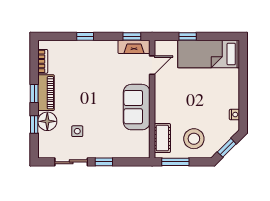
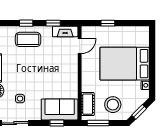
window: (132, 36) -> (53, 23), moved
bed: (209, 54) -> (125, 64), moved, width x1.50
coffee table: (87, 57) -> (28, 39), added
sofa: (137, 107) -> (60, 110), moved, turned 90
window: (104, 162) -> (57, 123), moved

